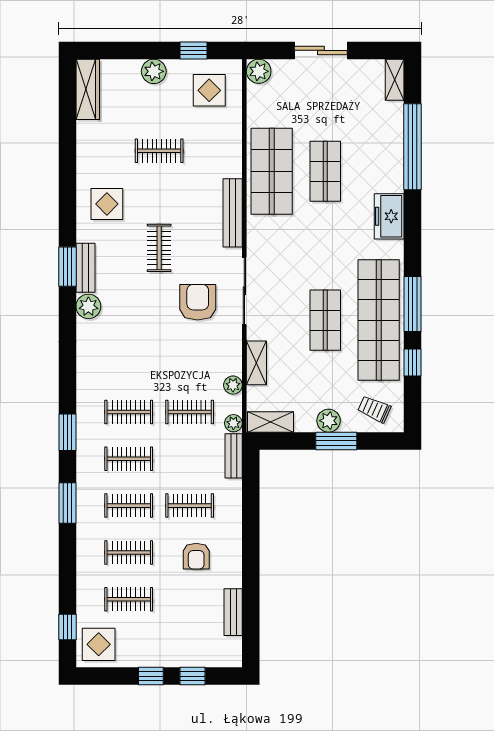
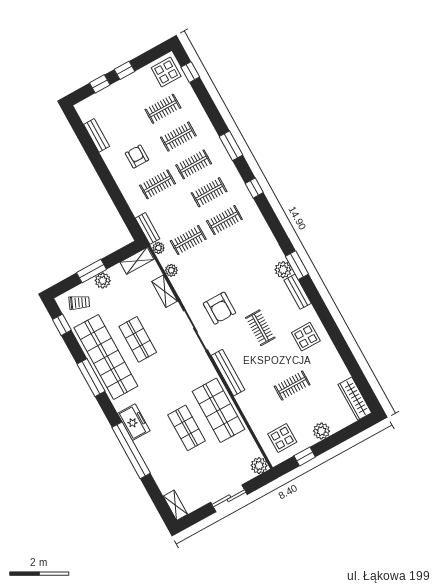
window: (413, 147) -> (131, 450), moved
window: (67, 267) -> (297, 265), moved
window: (413, 363) -> (62, 325), moved
window: (67, 432) -> (254, 188), width x0.67

